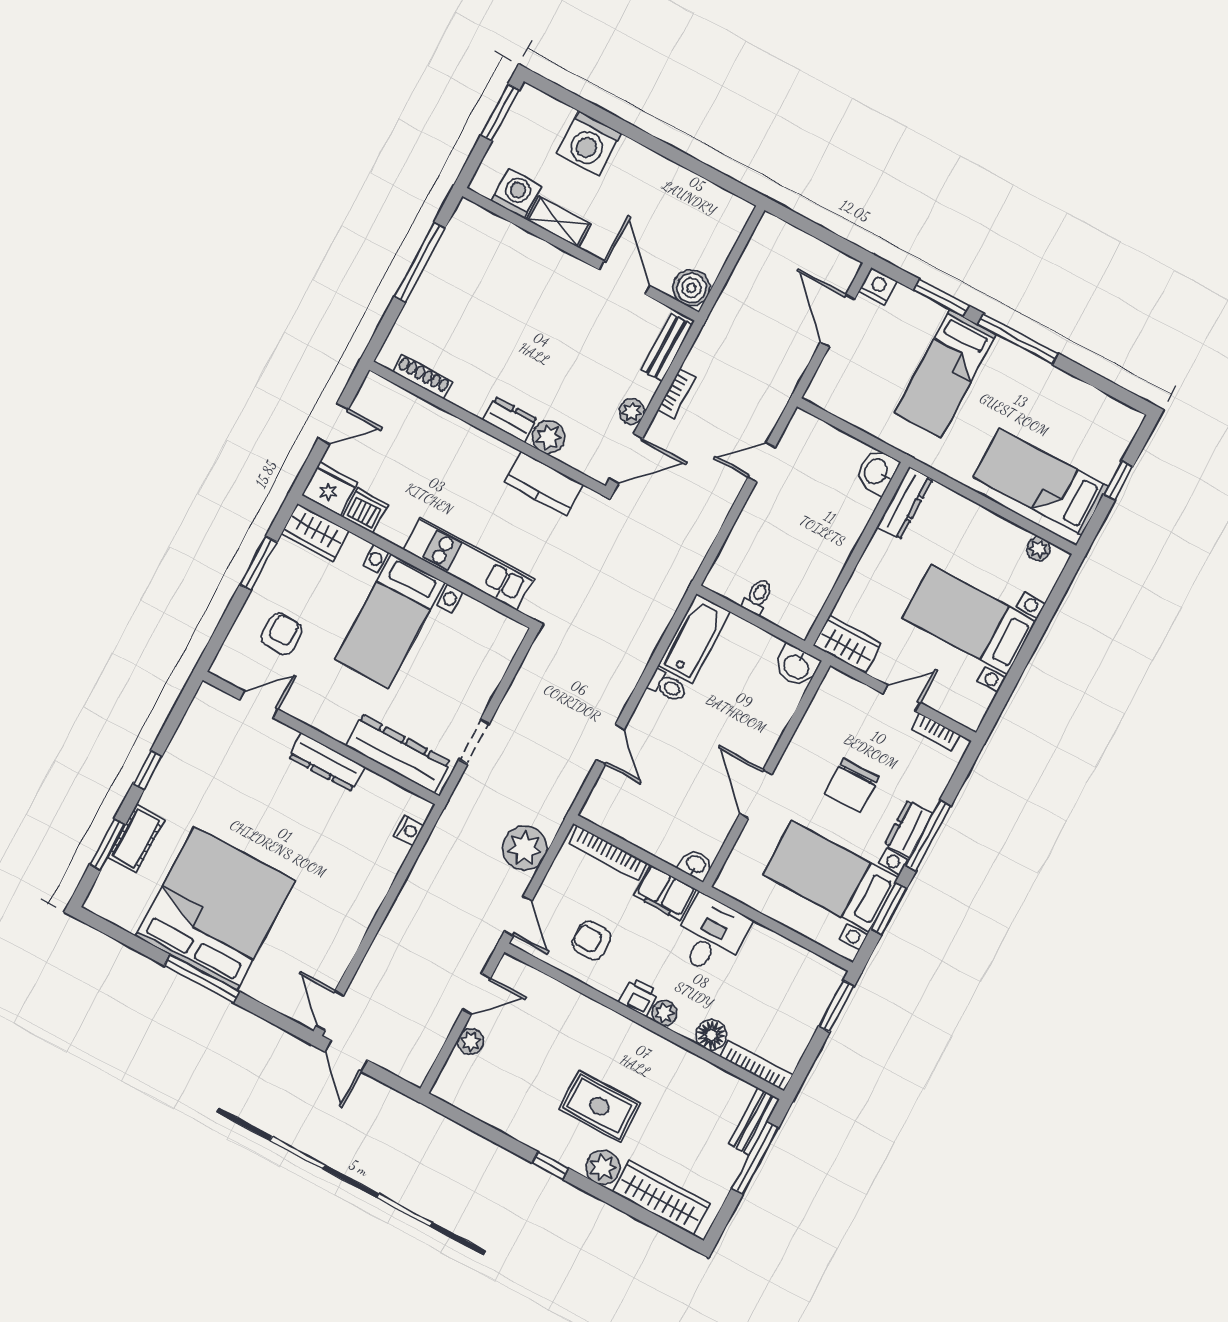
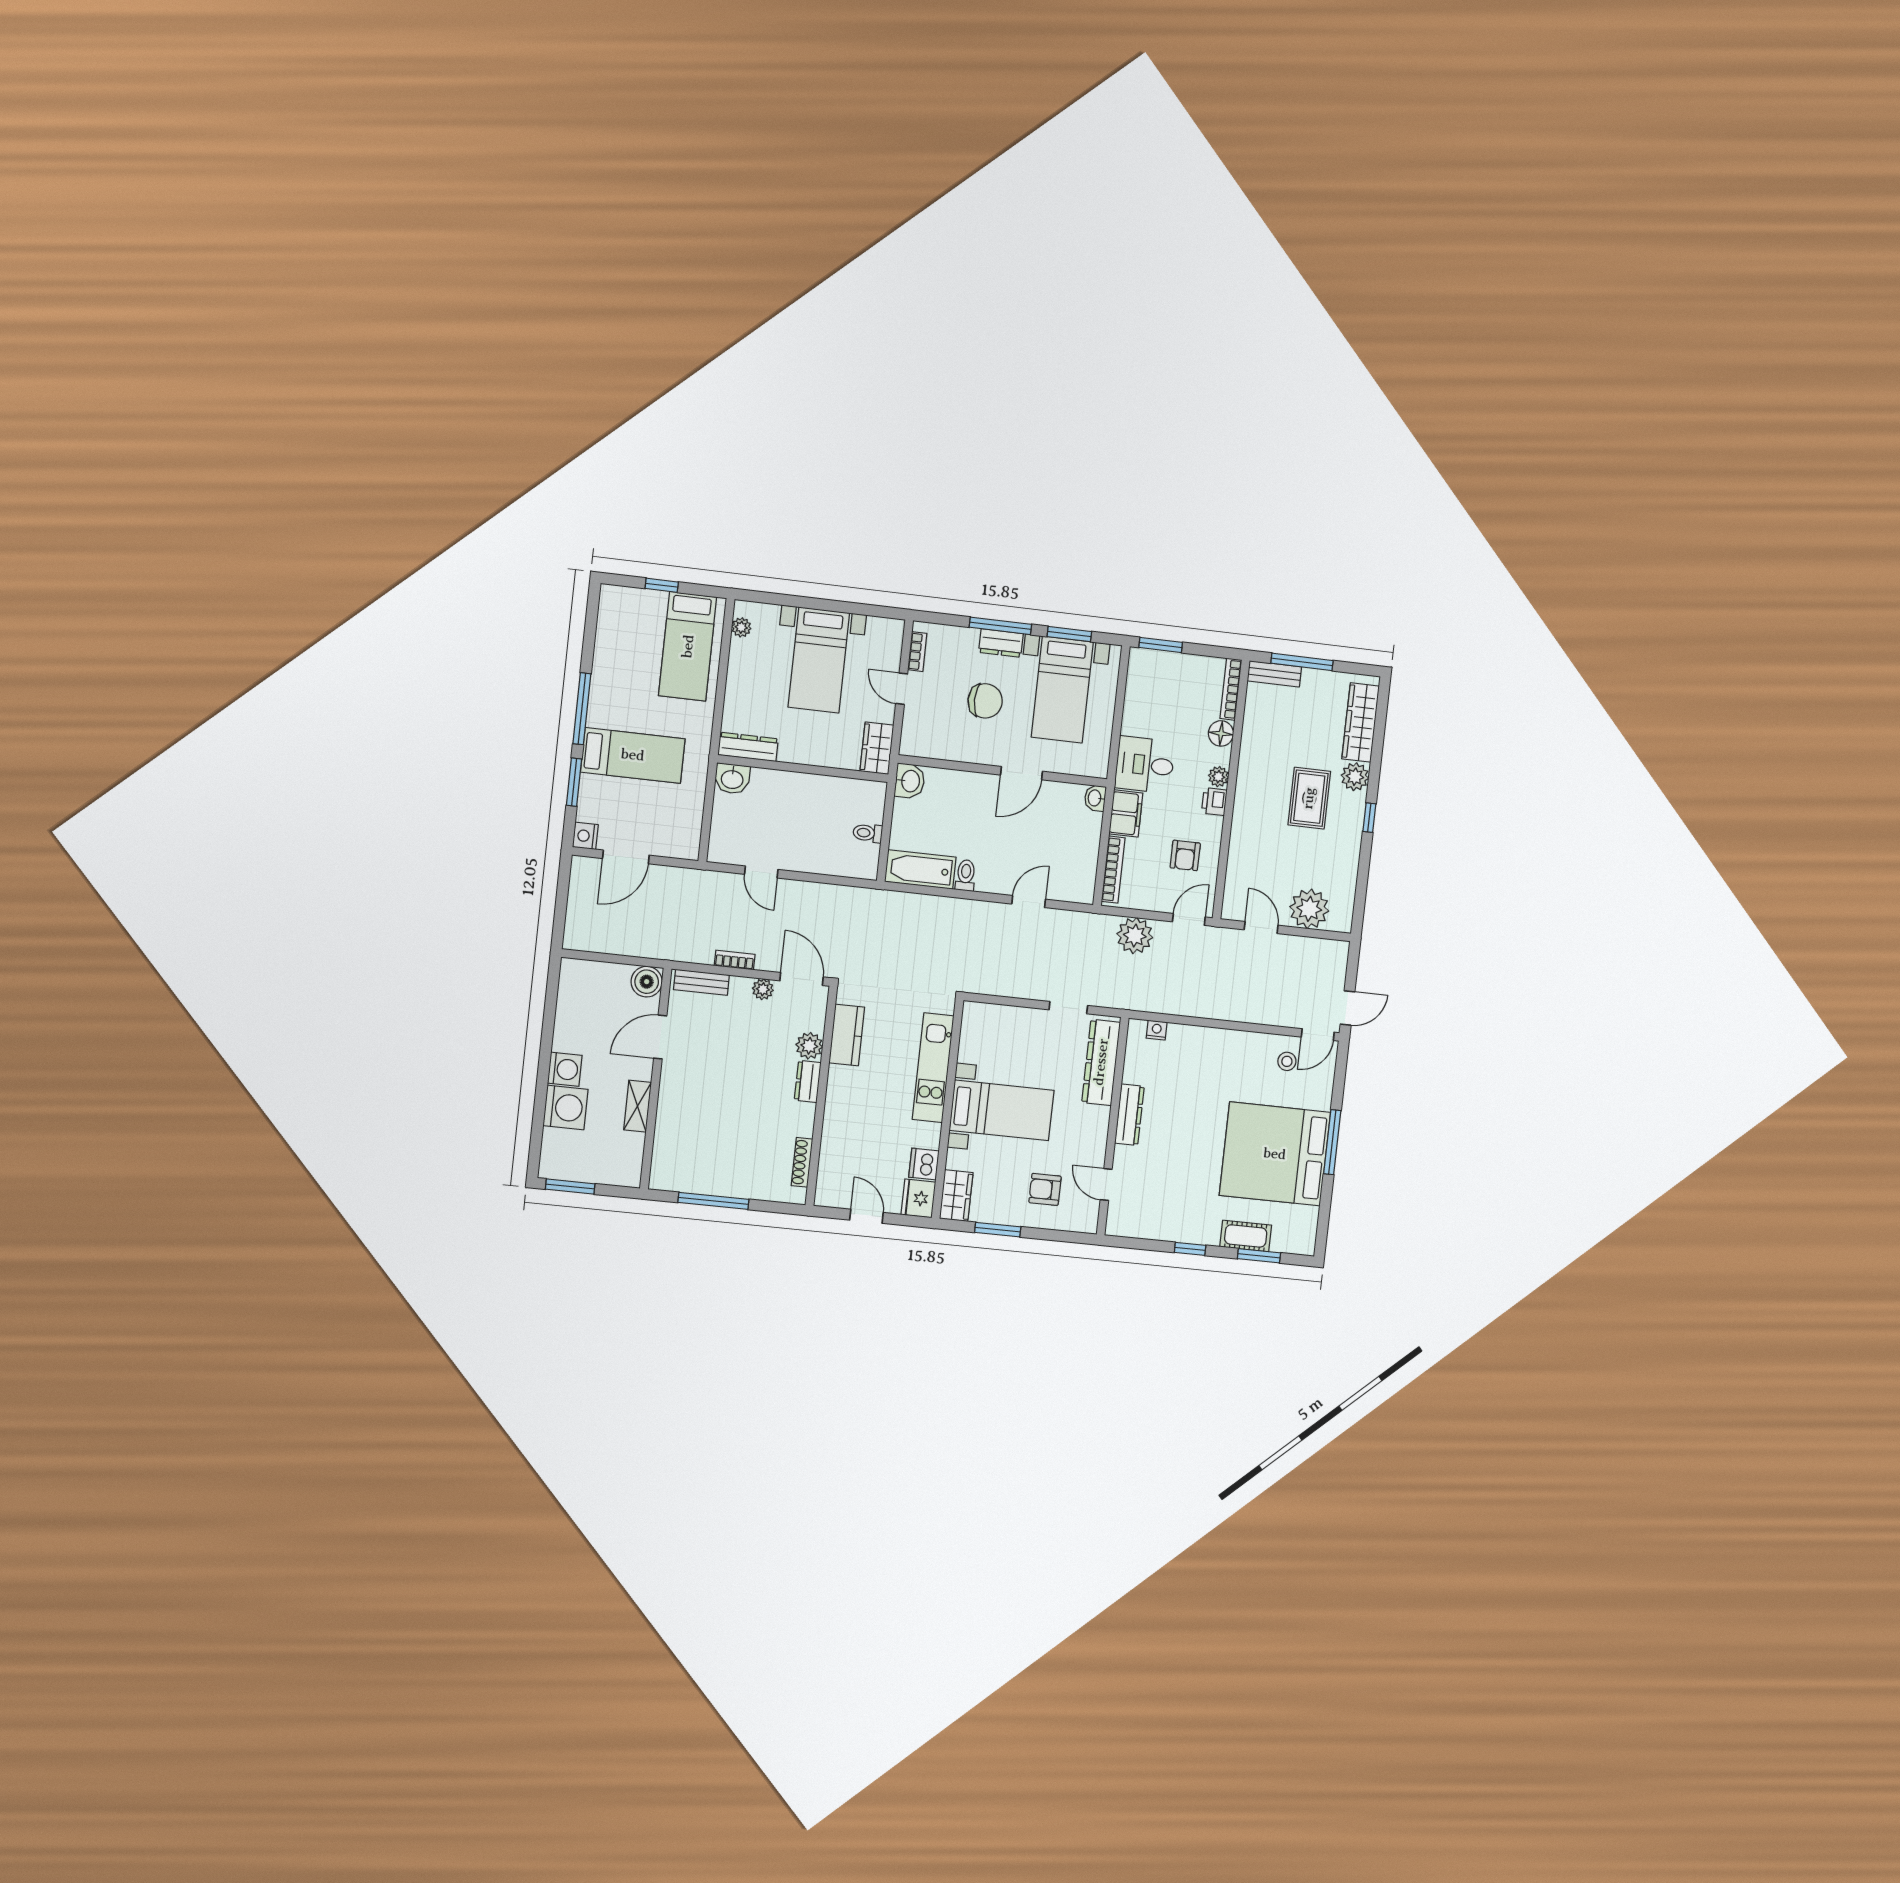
washing machine: (516, 193) -> (565, 1069), moved, turned 180
stool: (314, 963) -> (1287, 1061), added
plant: (471, 1042) -> (1309, 909), width x1.87, depth x1.87

